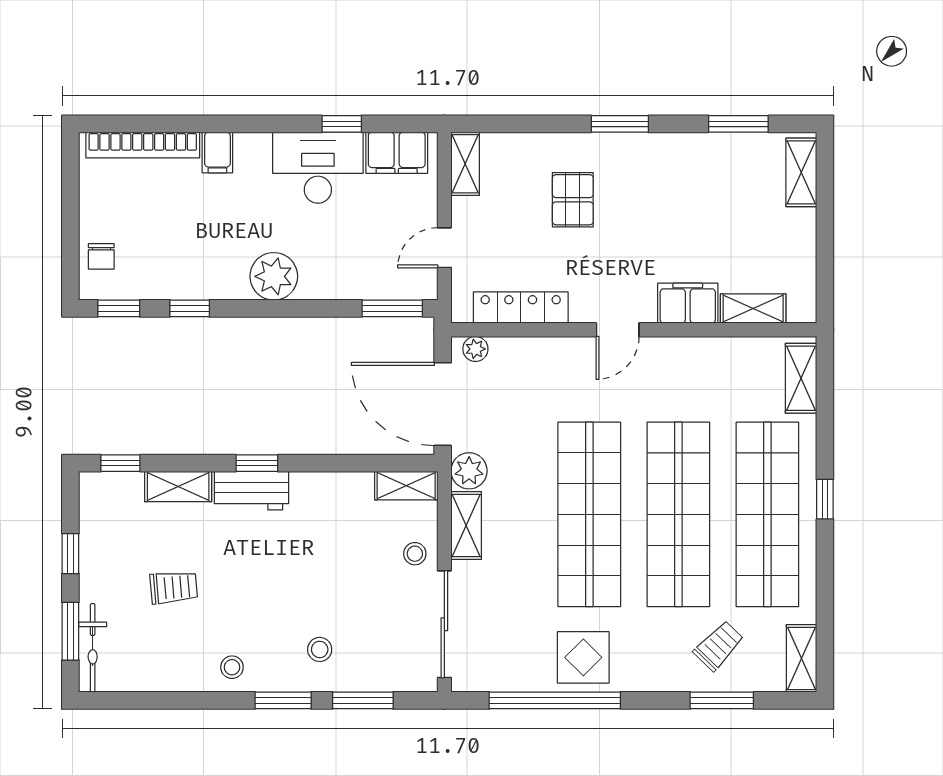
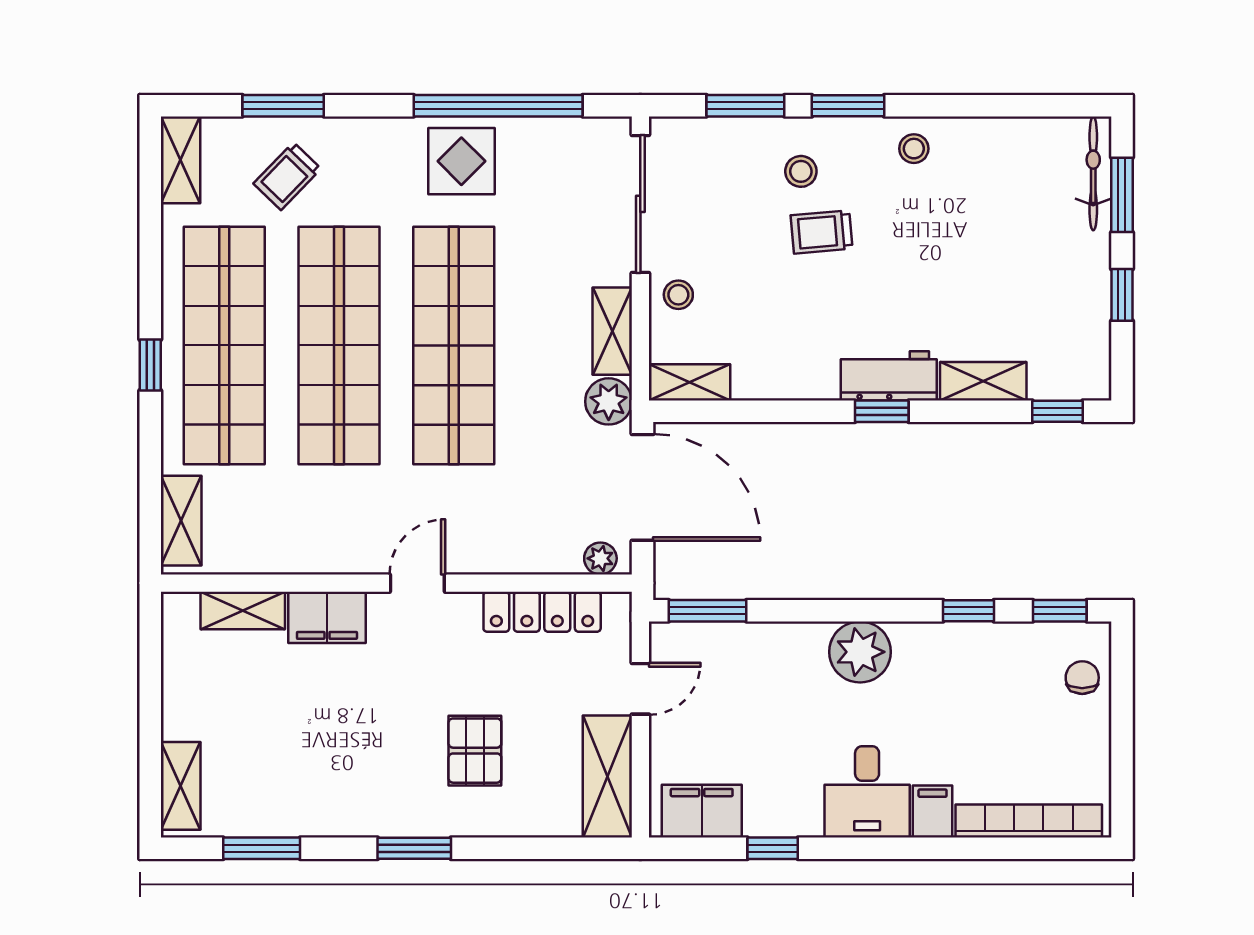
shelving: (465, 164) -> (607, 776), width x1.50, depth x1.33
desk: (318, 168) -> (867, 792), moved, width x0.73
trolley: (174, 587) -> (822, 232), moved

